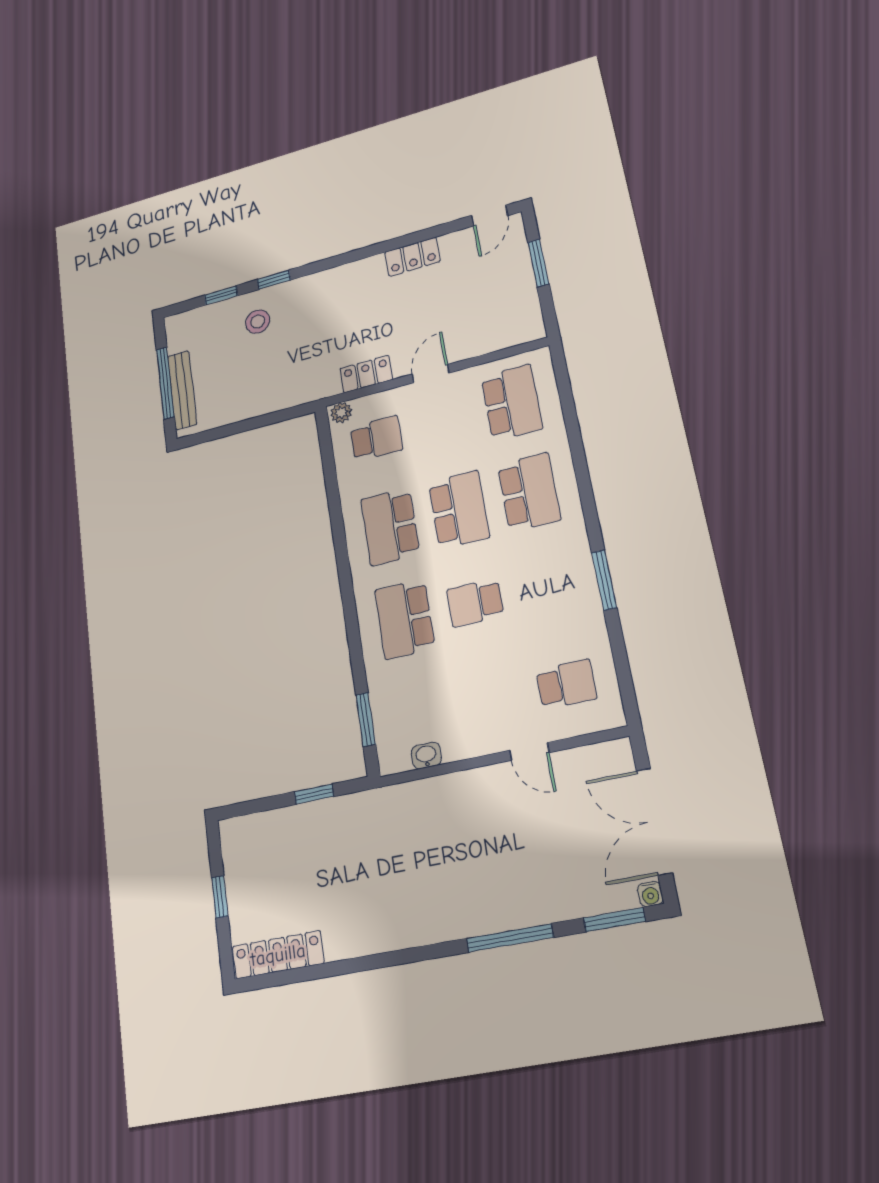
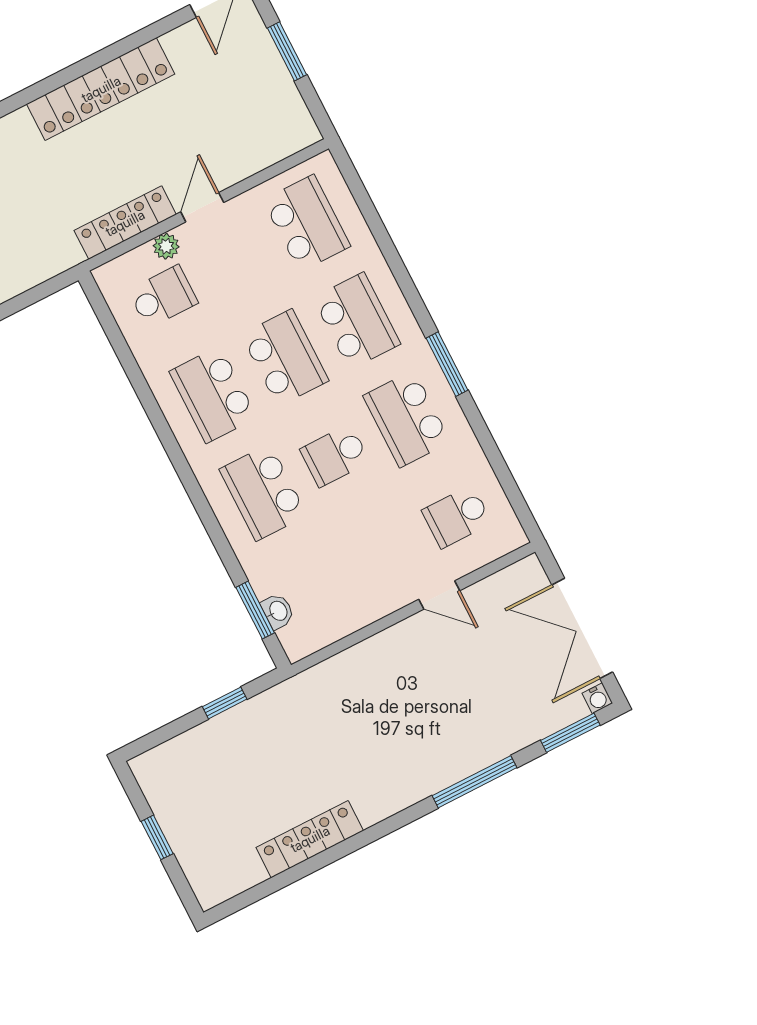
locker: (412, 257) -> (101, 89), width x2.16, depth x1.21
locker: (366, 374) -> (125, 223), width x1.53
plant: (341, 413) -> (166, 246), moved
window: (604, 580) -> (447, 364), moved
school desk: (547, 586) -> (407, 419), added
school desk: (566, 684) -> (457, 517), turned 180
washbasin: (426, 756) -> (278, 611), moved, turned 90
locker: (278, 955) -> (310, 839), moved

